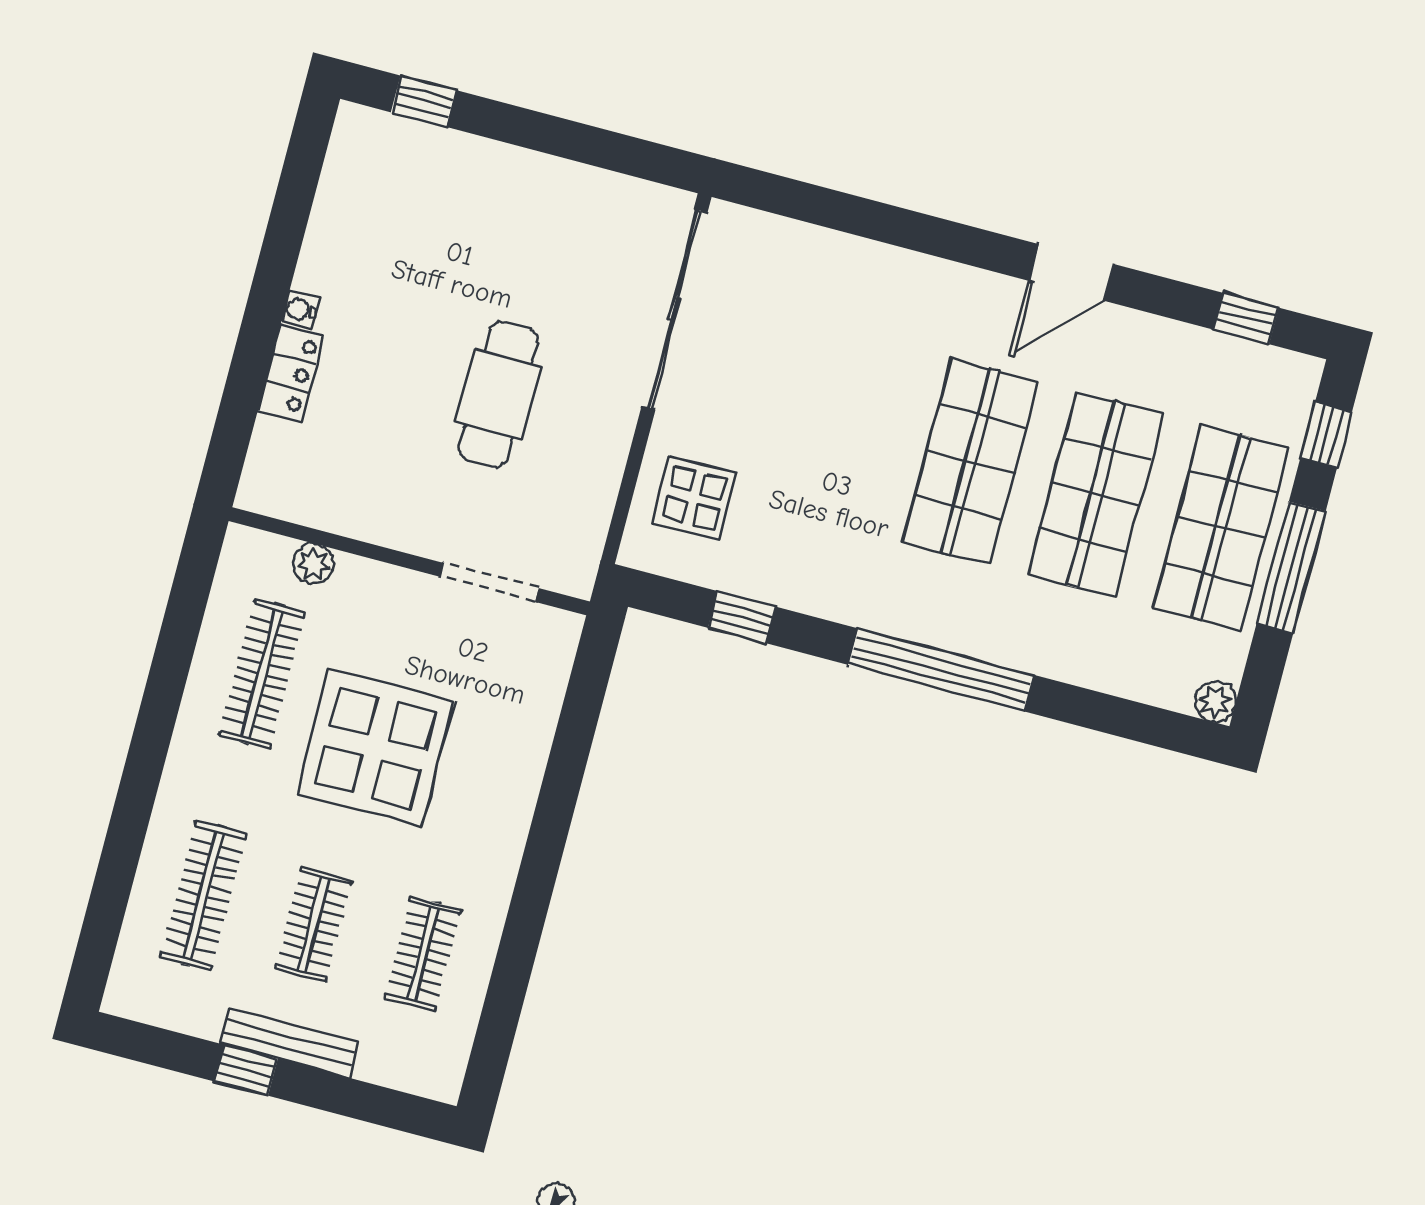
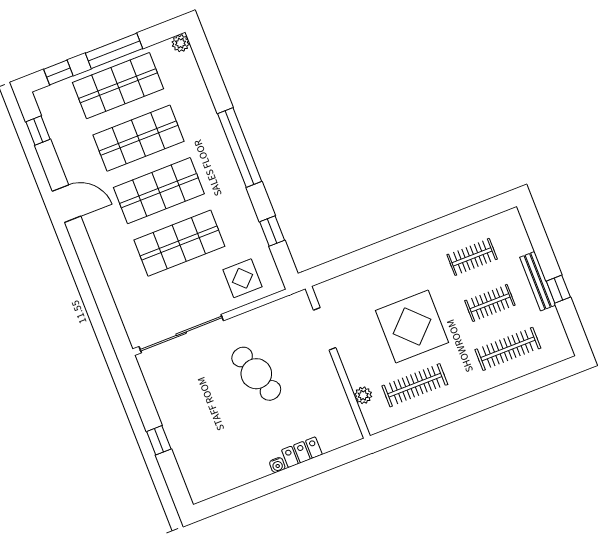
window: (423, 101) -> (159, 440), moved
cafe table: (498, 394) -> (256, 374), turned 71
shop shelf: (845, 429) -> (179, 243), added

